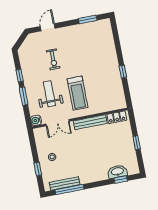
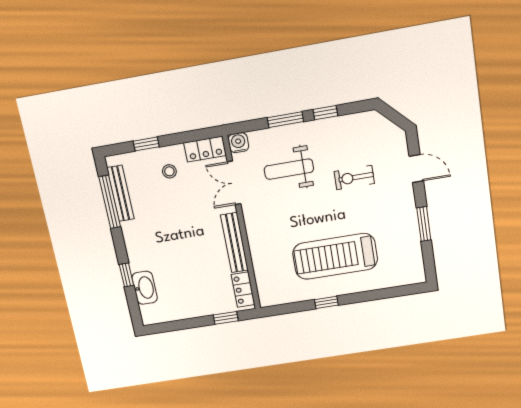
window: (88, 20) -> (424, 224), moved
treadmill: (78, 93) -> (335, 256), moved, width x1.37, depth x1.38
weight bench: (49, 94) -> (289, 169), turned 180
locker: (40, 138) -> (205, 149), added
window: (137, 143) -> (226, 318), moved
window: (121, 180) -> (126, 275), moved

